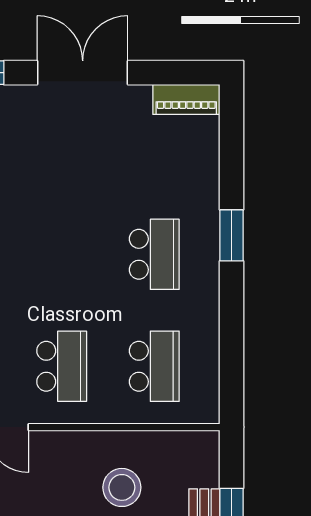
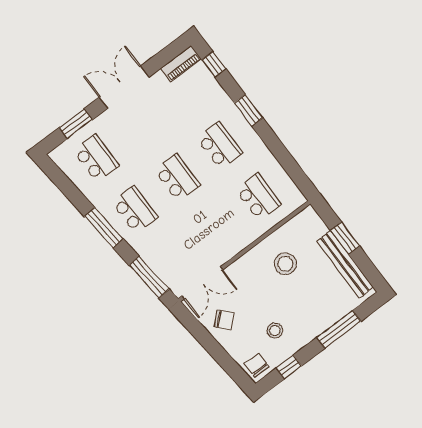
window: (232, 135) -> (214, 64), added
school desk: (62, 366) -> (177, 178), moved

